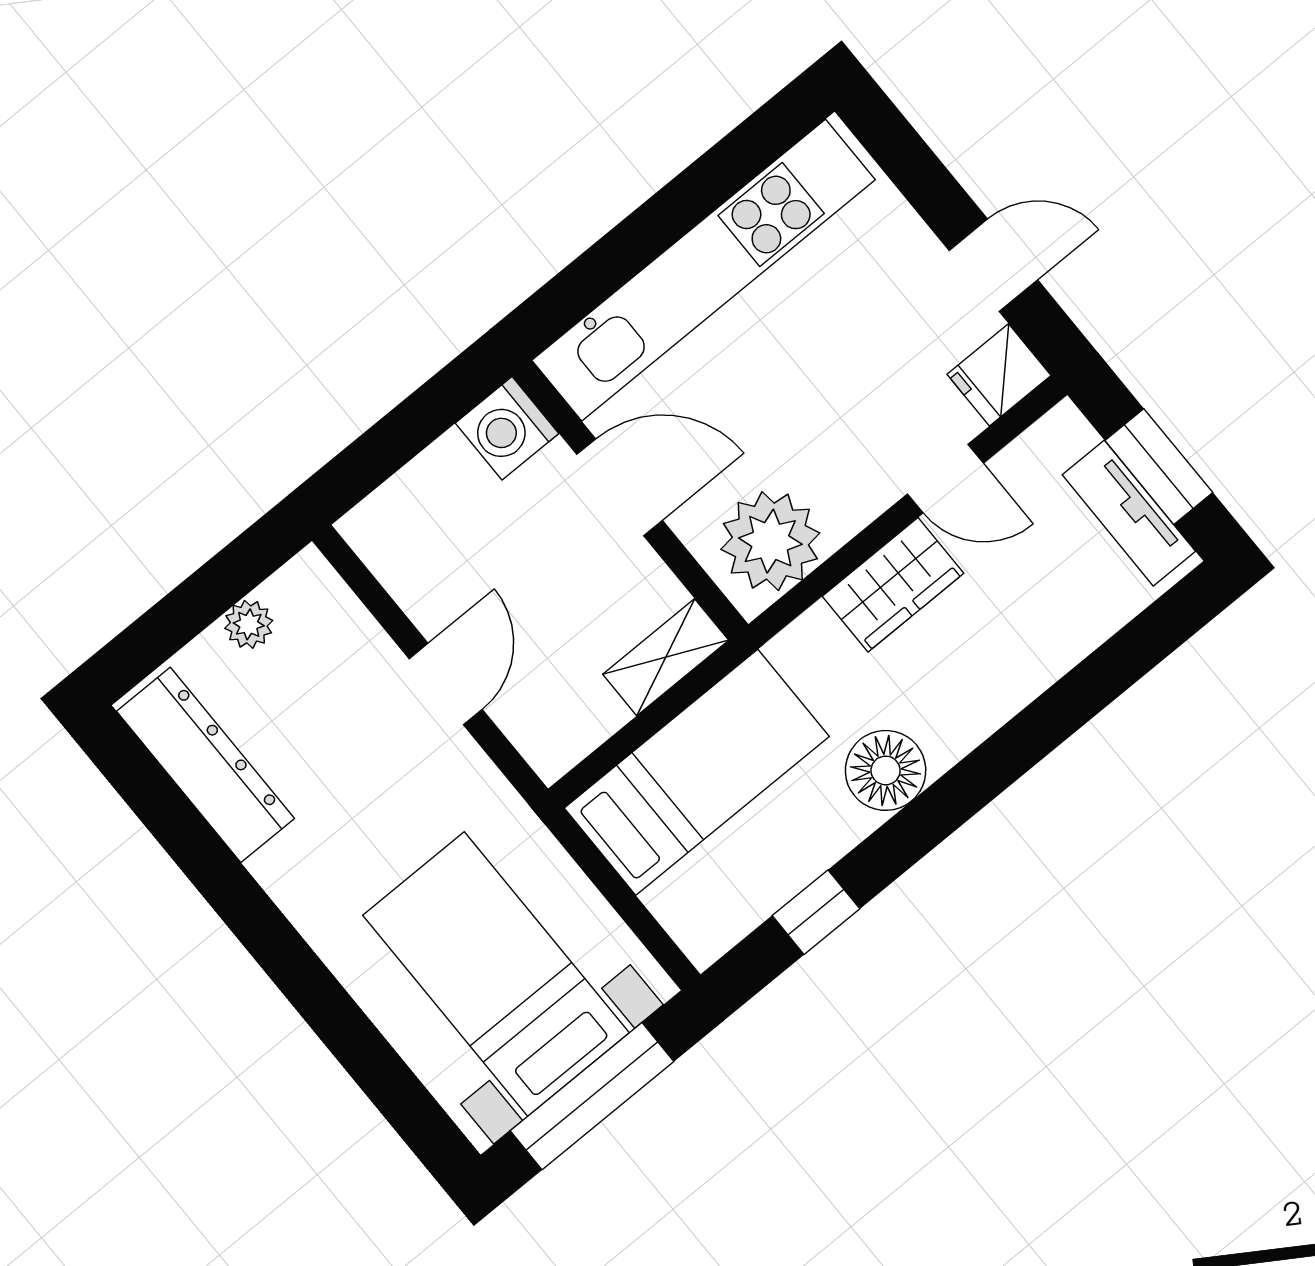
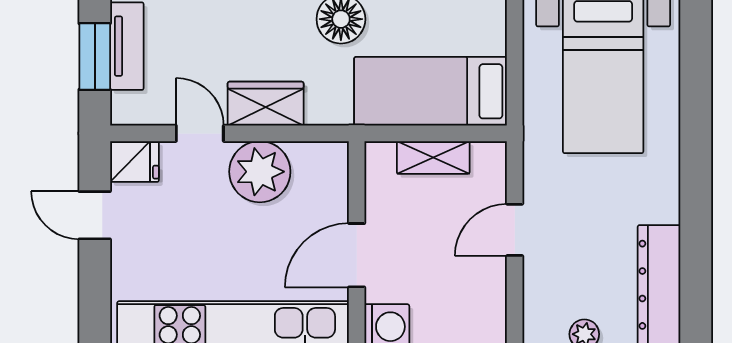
door: (620, 487) -> (357, 255), hinge flipped
plant: (770, 541) -> (260, 172), moved
shelving: (666, 657) -> (433, 157), moved

